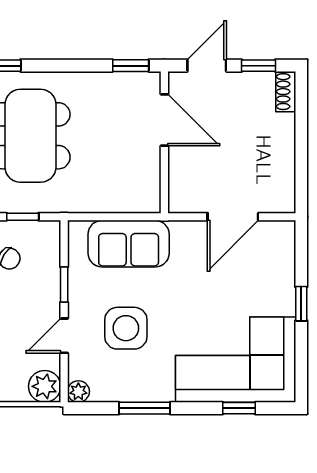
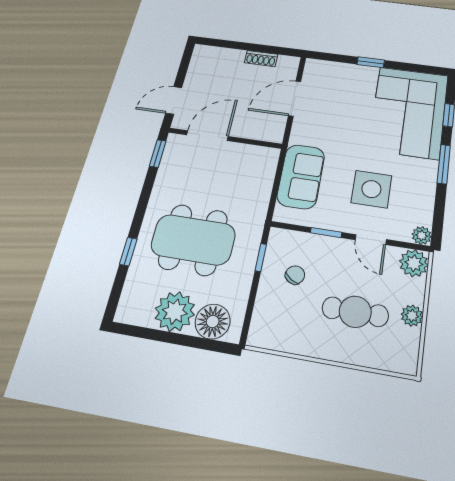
door: (207, 66) -> (174, 100), hinge flipped
window: (259, 66) -> (184, 66), removed
shoe rack: (286, 92) -> (261, 58), moved
door: (233, 217) -> (295, 99), swing flipped
window: (145, 408) -> (444, 164), moved

